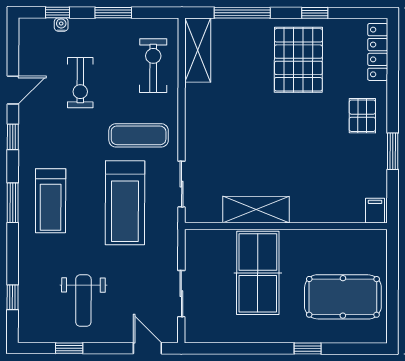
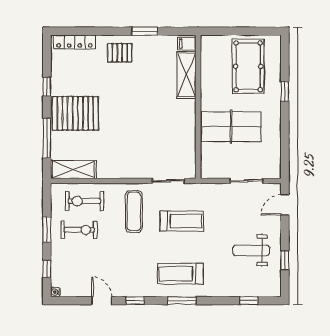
water cooler: (61, 25) -> (55, 292), moved
pallet: (298, 60) -> (75, 113), moved
exercise bike: (80, 83) -> (79, 230), moved
treadmill: (51, 201) -> (180, 274), turned 180
treadmill: (125, 203) -> (182, 221), width x0.73, depth x0.73
shelving: (256, 210) -> (186, 75), moved
weight bench: (83, 301) -> (251, 250), turned 180

